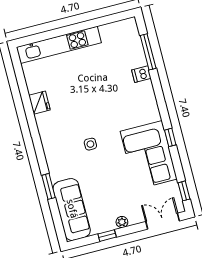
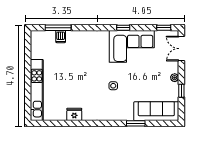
dishwasher: (141, 74) -> (61, 37), moved

